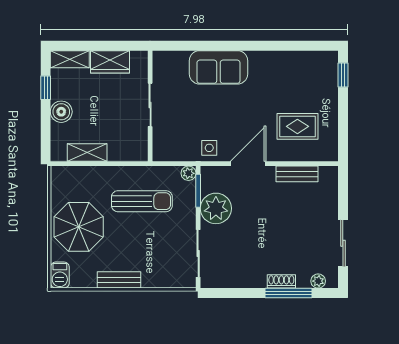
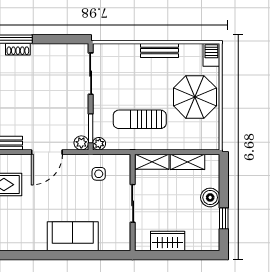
shelving: (70, 59) -> (152, 162), moved
side table: (209, 148) -> (99, 174), moved
plant: (216, 208) -> (81, 143), moved, width x0.53, depth x0.53

